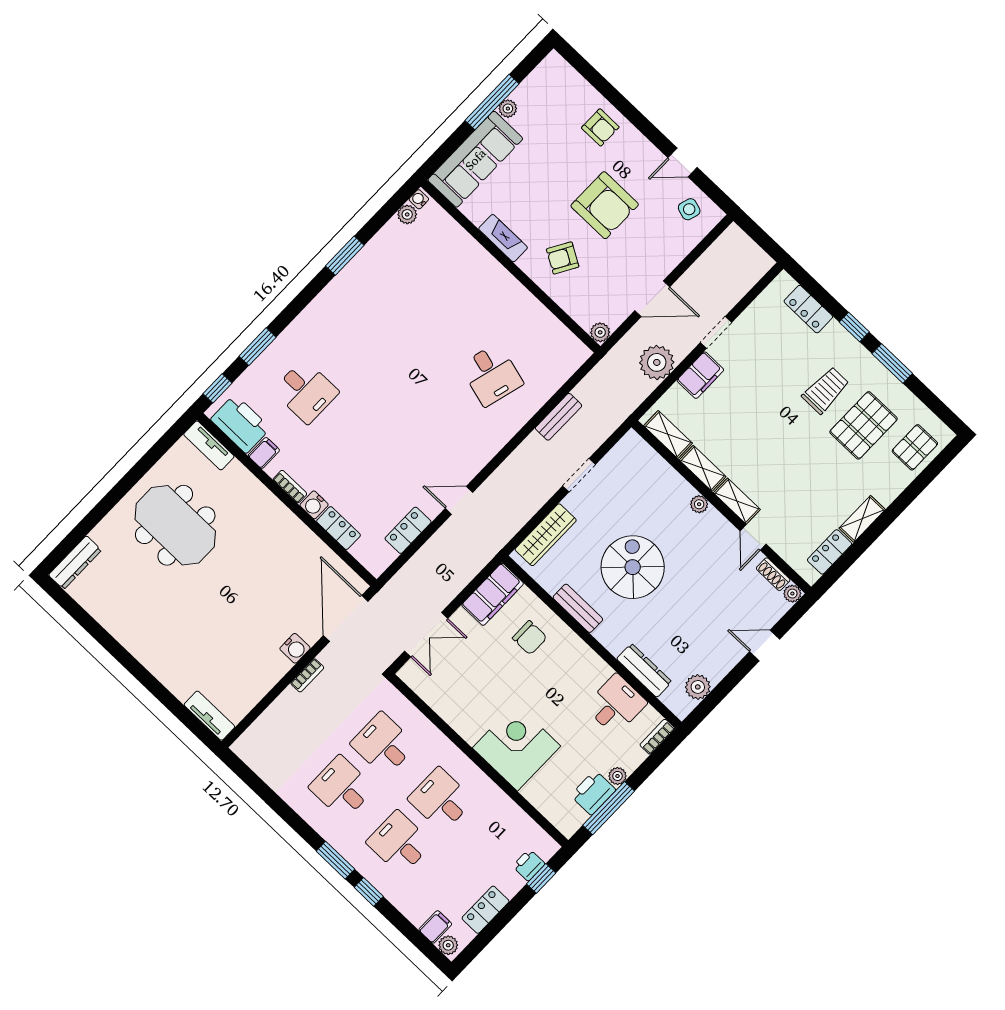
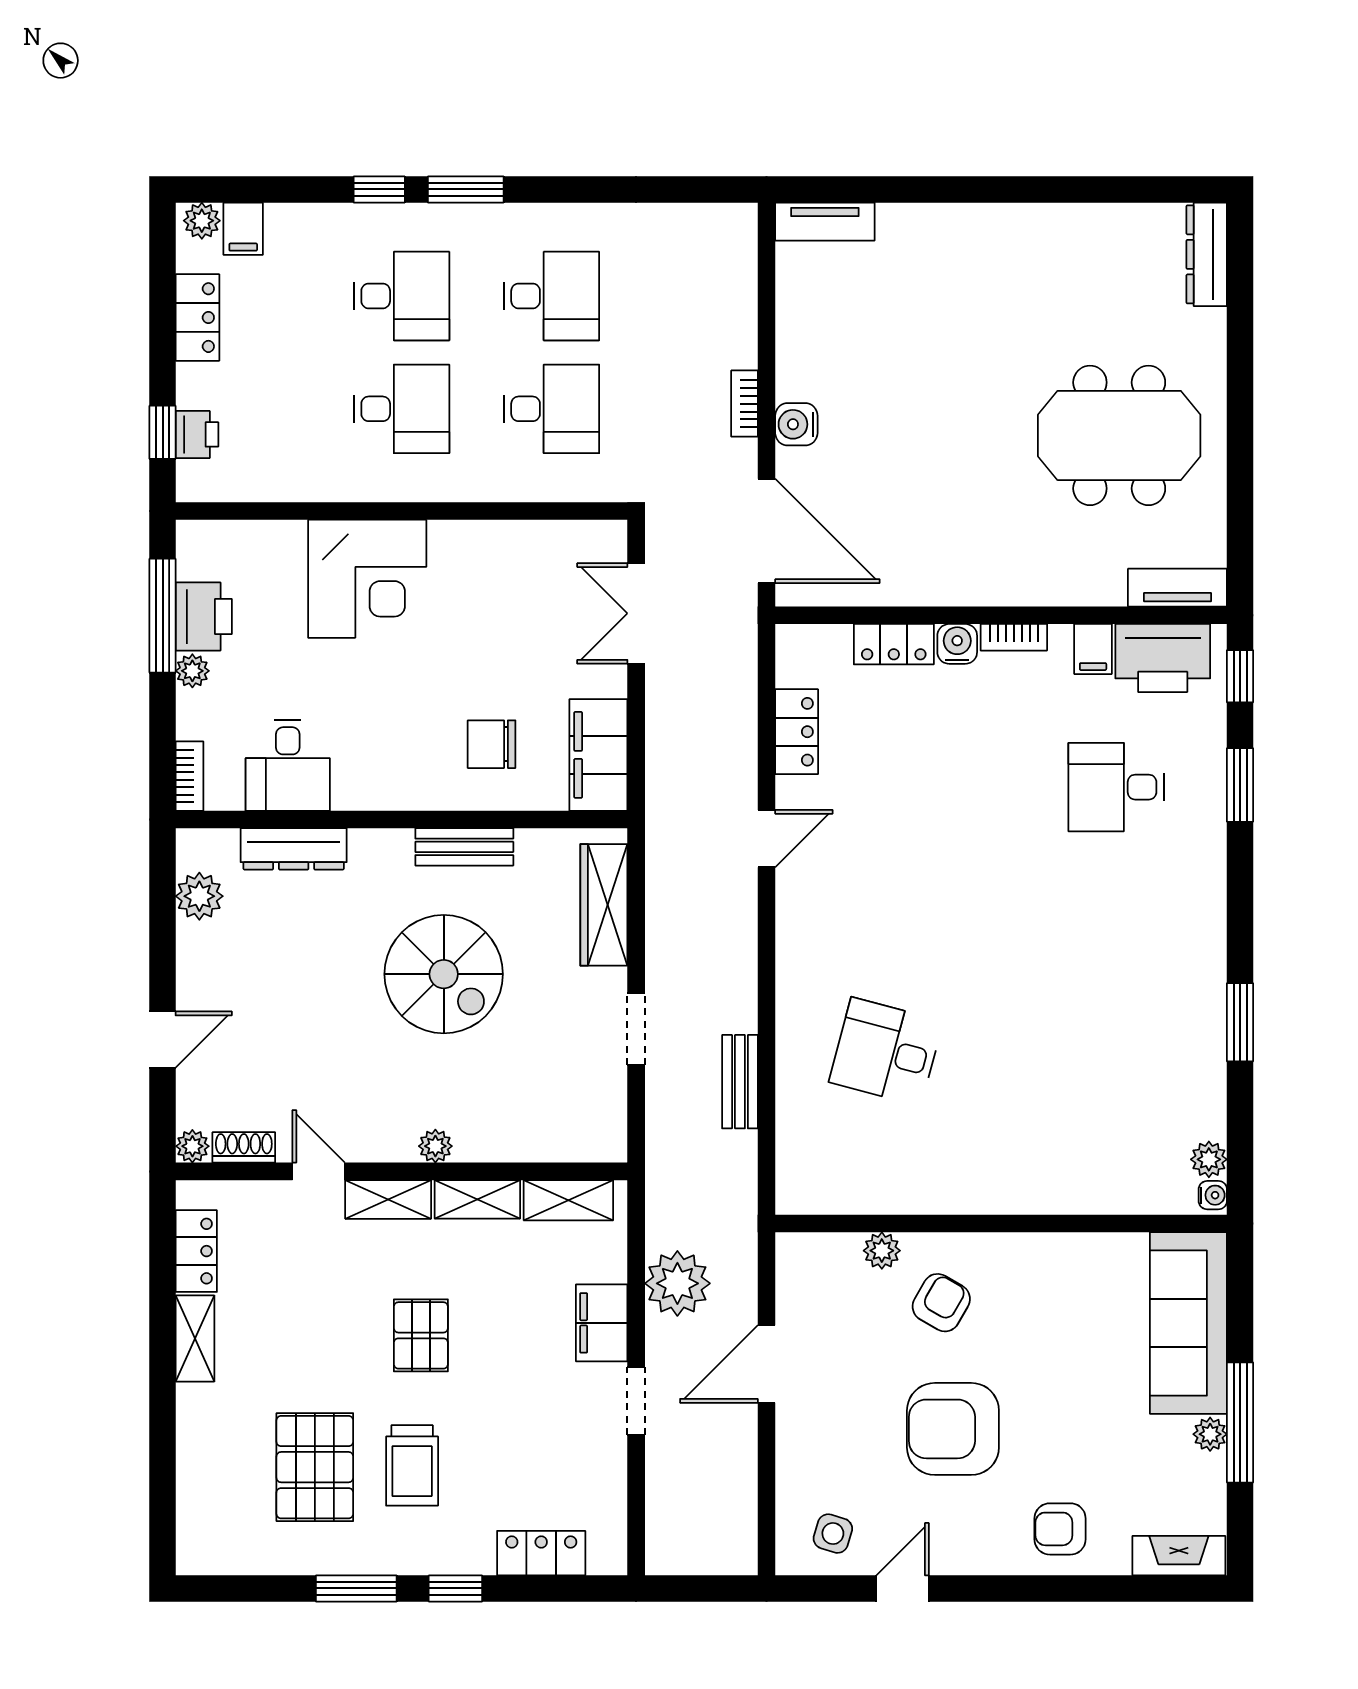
fireplace: (503, 238) -> (1179, 1556), moved, turned 180
plant: (600, 332) -> (882, 1251), moved
pallet: (915, 447) -> (421, 1335), moved

